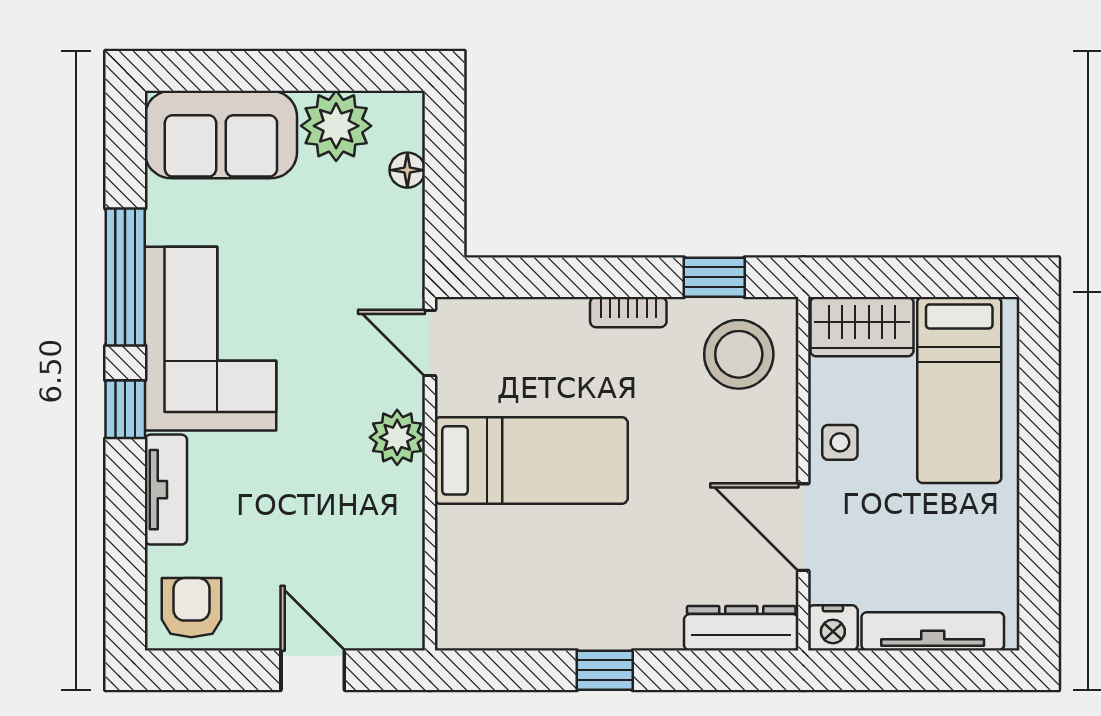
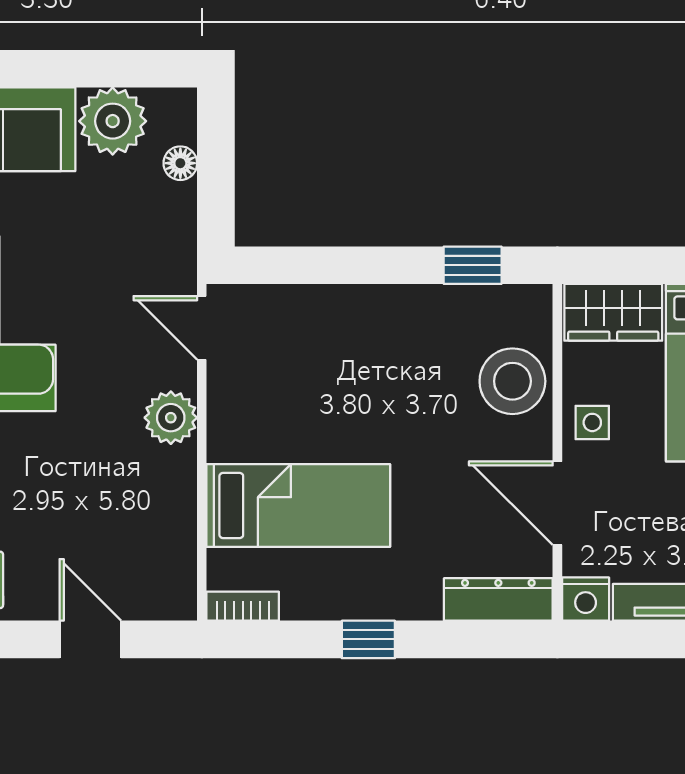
bookcase: (628, 312) -> (243, 606), moved, turned 180
stool: (739, 354) -> (512, 381), moved
bed: (531, 460) -> (298, 505), moved

